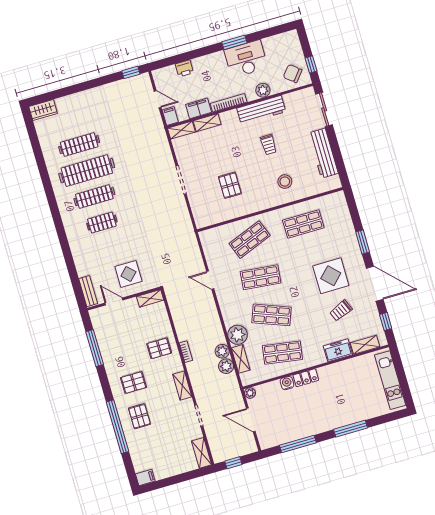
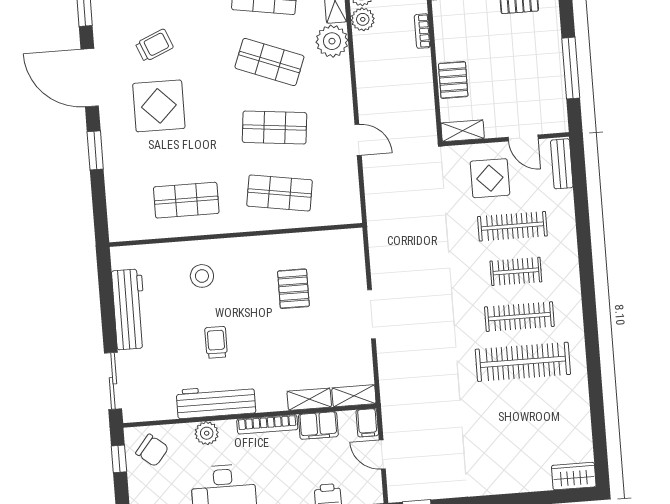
clothes rail: (79, 145) -> (512, 226), moved
shop shelf: (250, 240) -> (280, 193), turned 30
pallet: (159, 348) -> (453, 80), moved, turned 90

